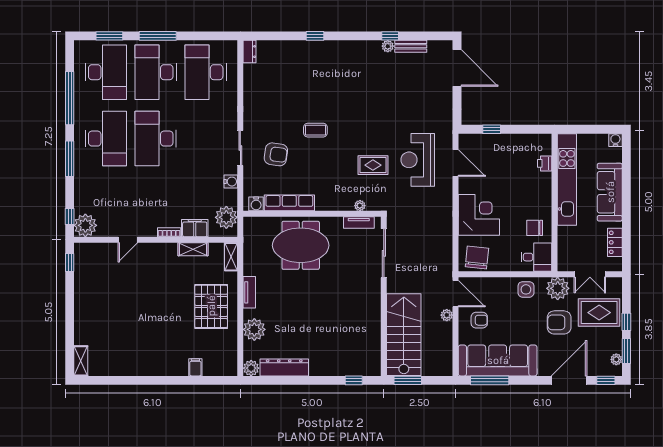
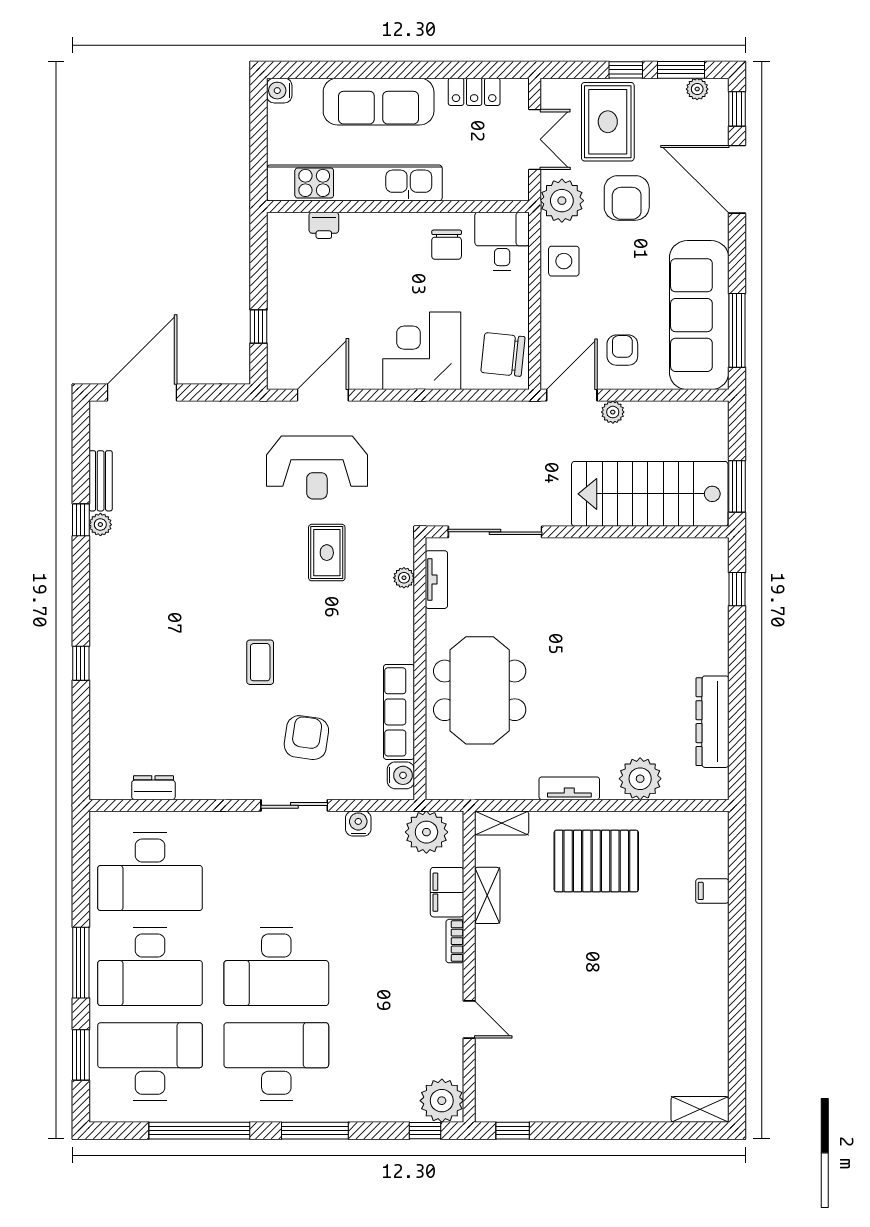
dresser: (250, 52) -> (153, 788), moved
plant: (251, 368) -> (714, 785), removed

